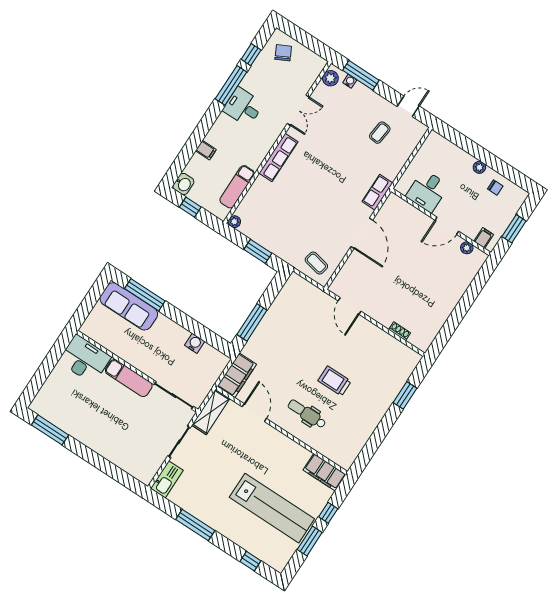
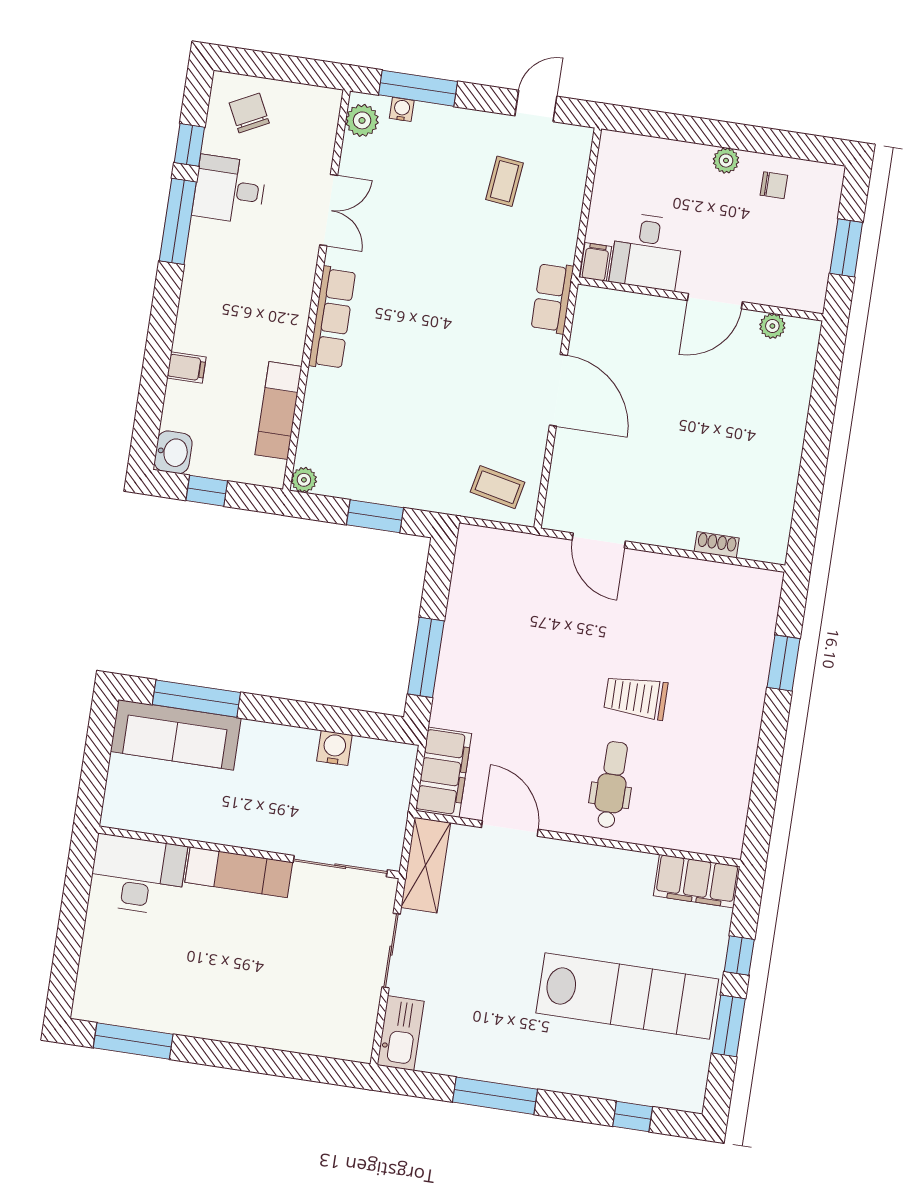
desk: (243, 107) -> (229, 190), moved
filing cabinet: (484, 238) -> (596, 262), moved
dental chair: (307, 414) -> (612, 785), turned 90

